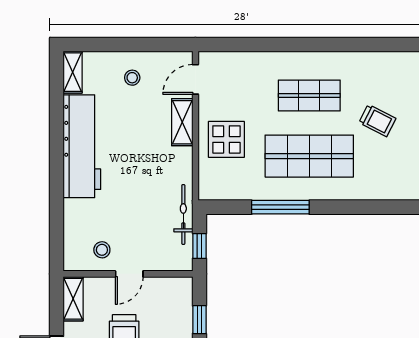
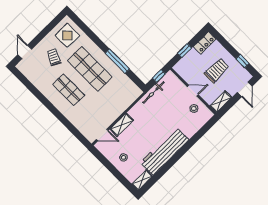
display table: (226, 139) -> (67, 35), moved

